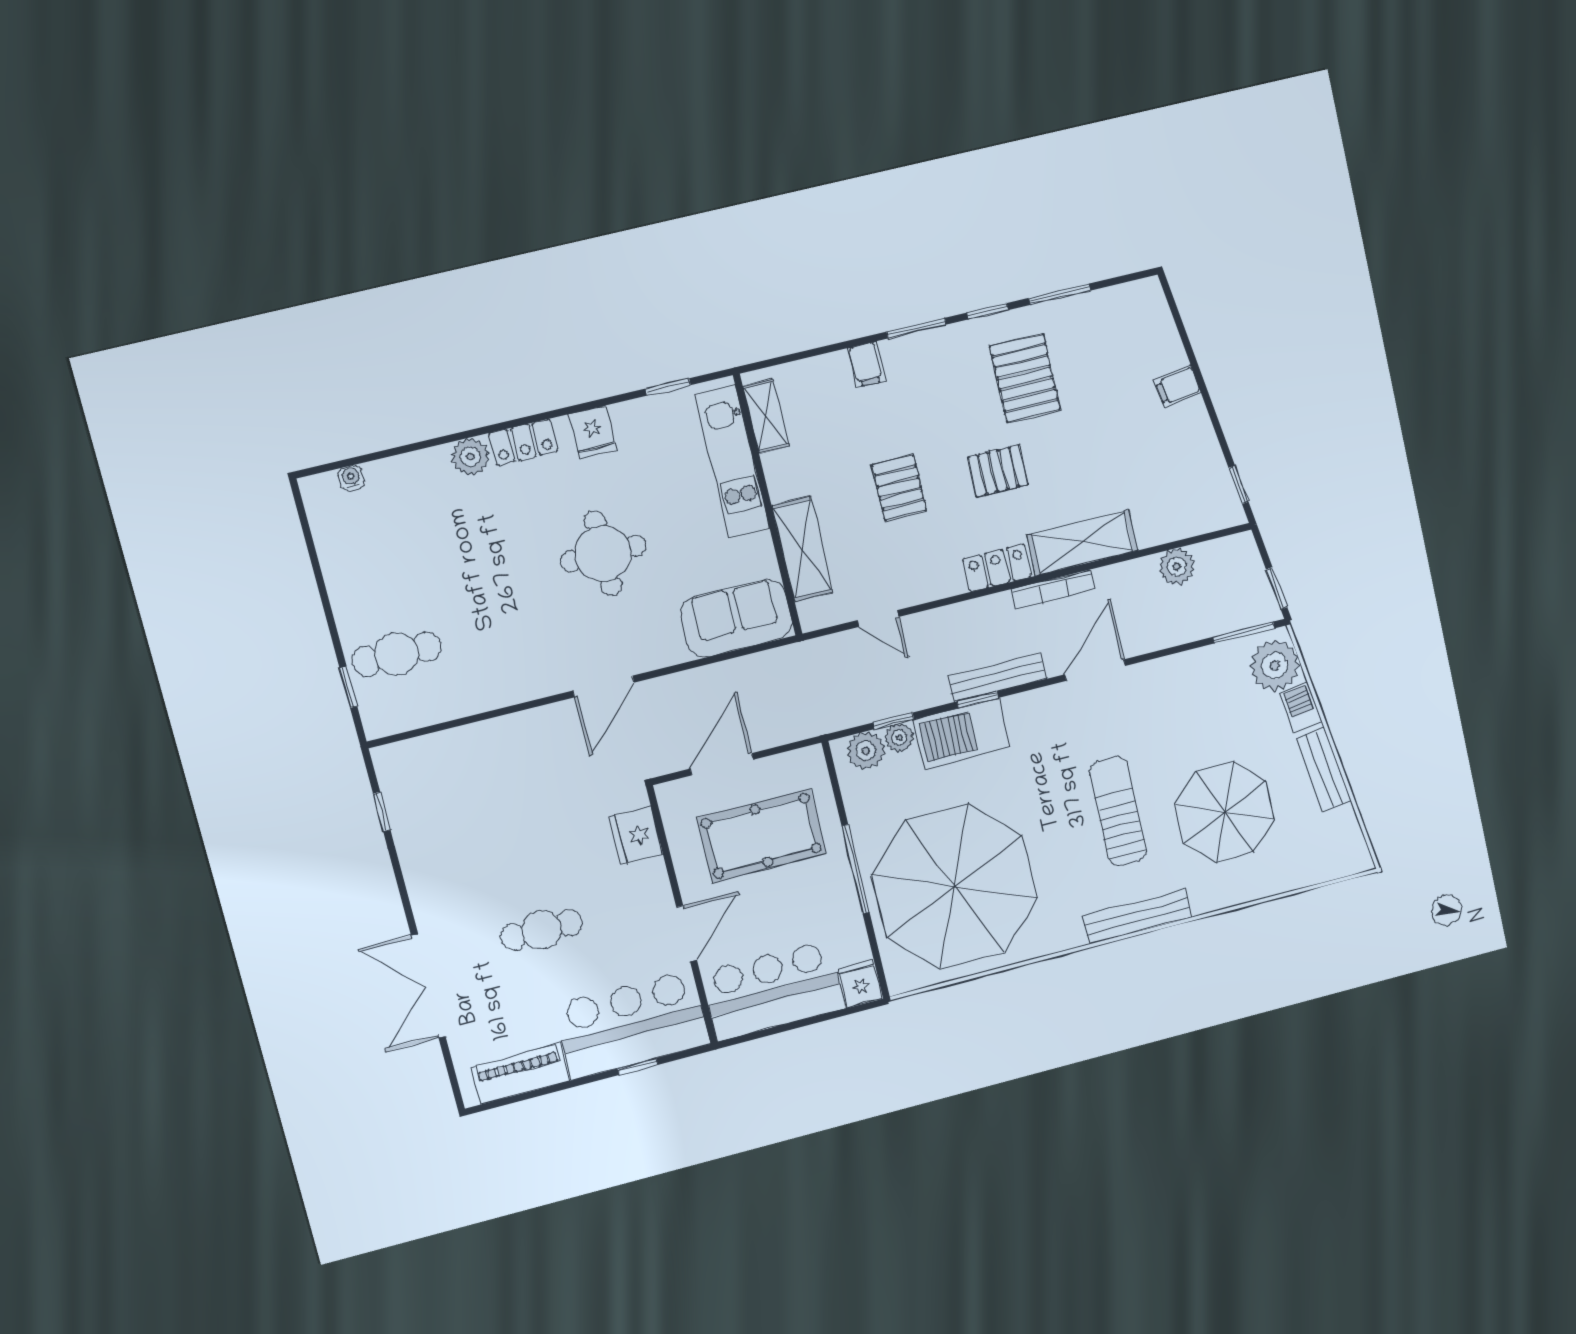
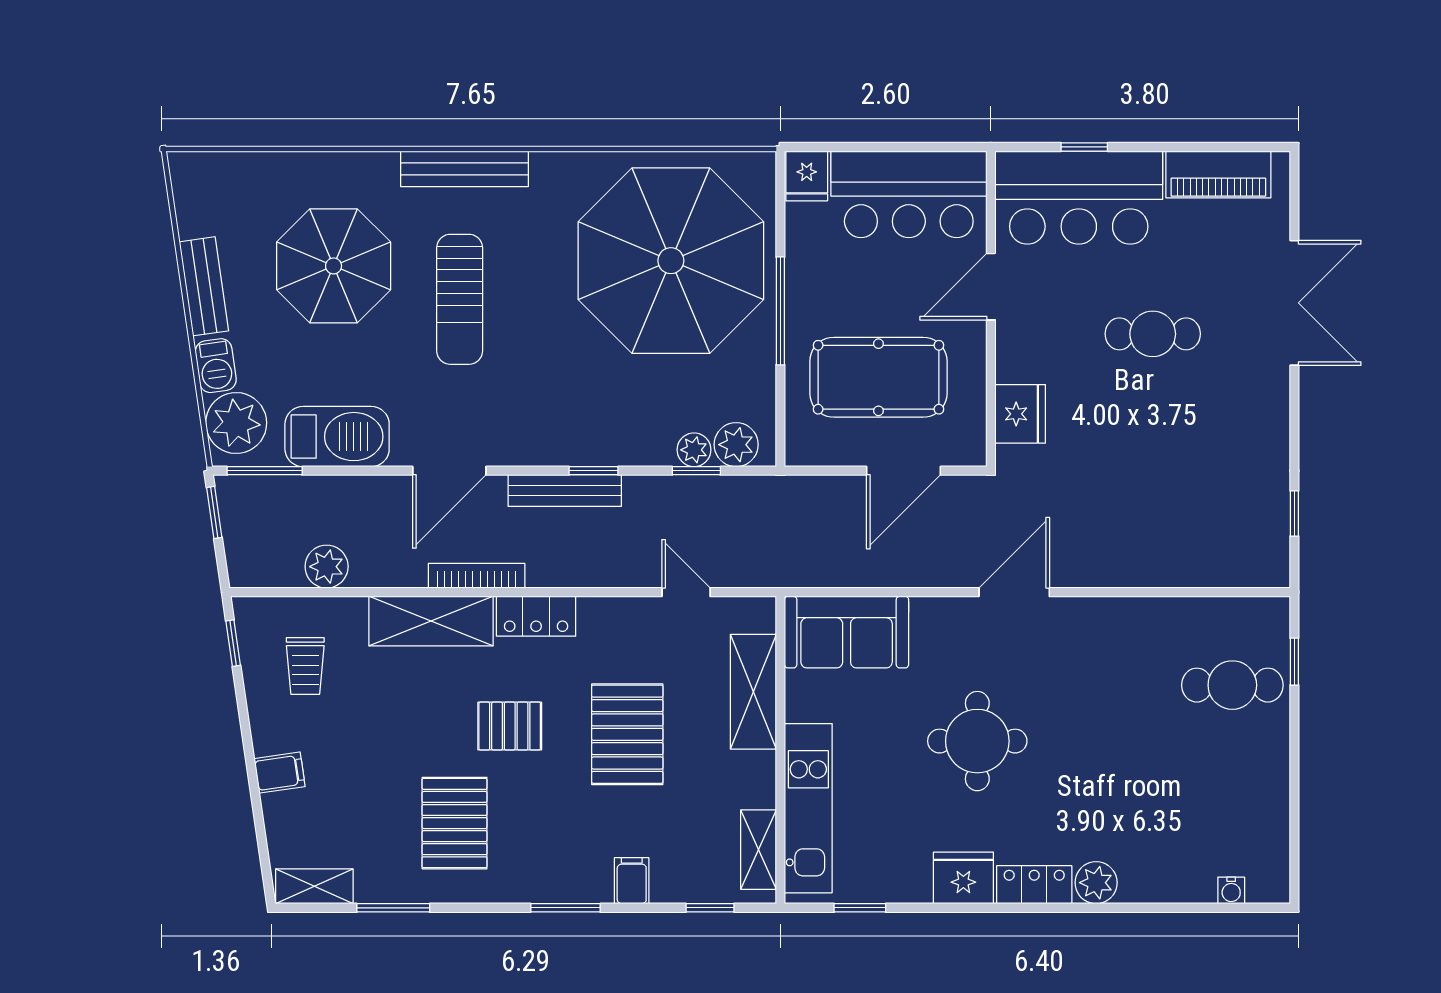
shelving: (1129, 297) -> (314, 886), added
window: (987, 311) -> (710, 908), moved
fridge: (593, 432) -> (963, 878), width x1.38
trolley: (1176, 480) -> (305, 666), added
pallet: (899, 488) -> (627, 734), width x1.50, depth x1.42
barbecue: (961, 733) -> (337, 437), moved

